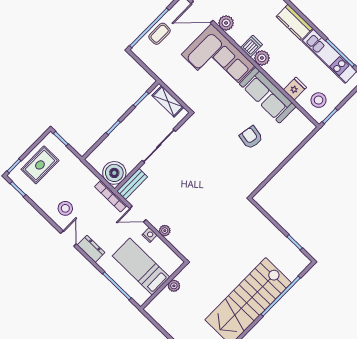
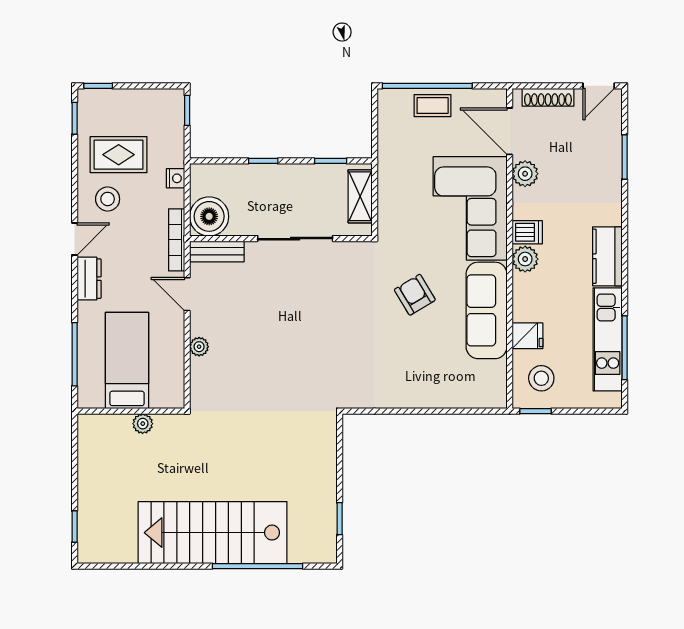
armchair: (251, 137) -> (415, 295), moved, turned -41
rug: (40, 165) -> (119, 155), moved
nightstand: (150, 235) -> (175, 178), moved

